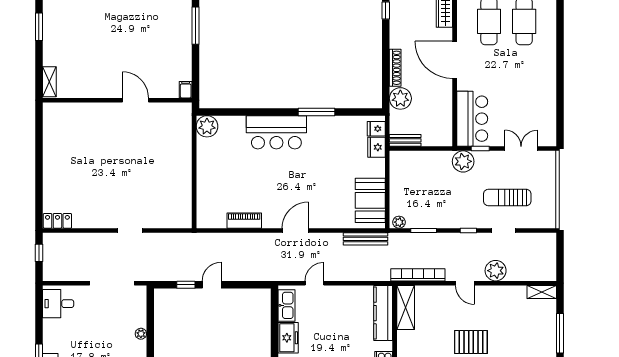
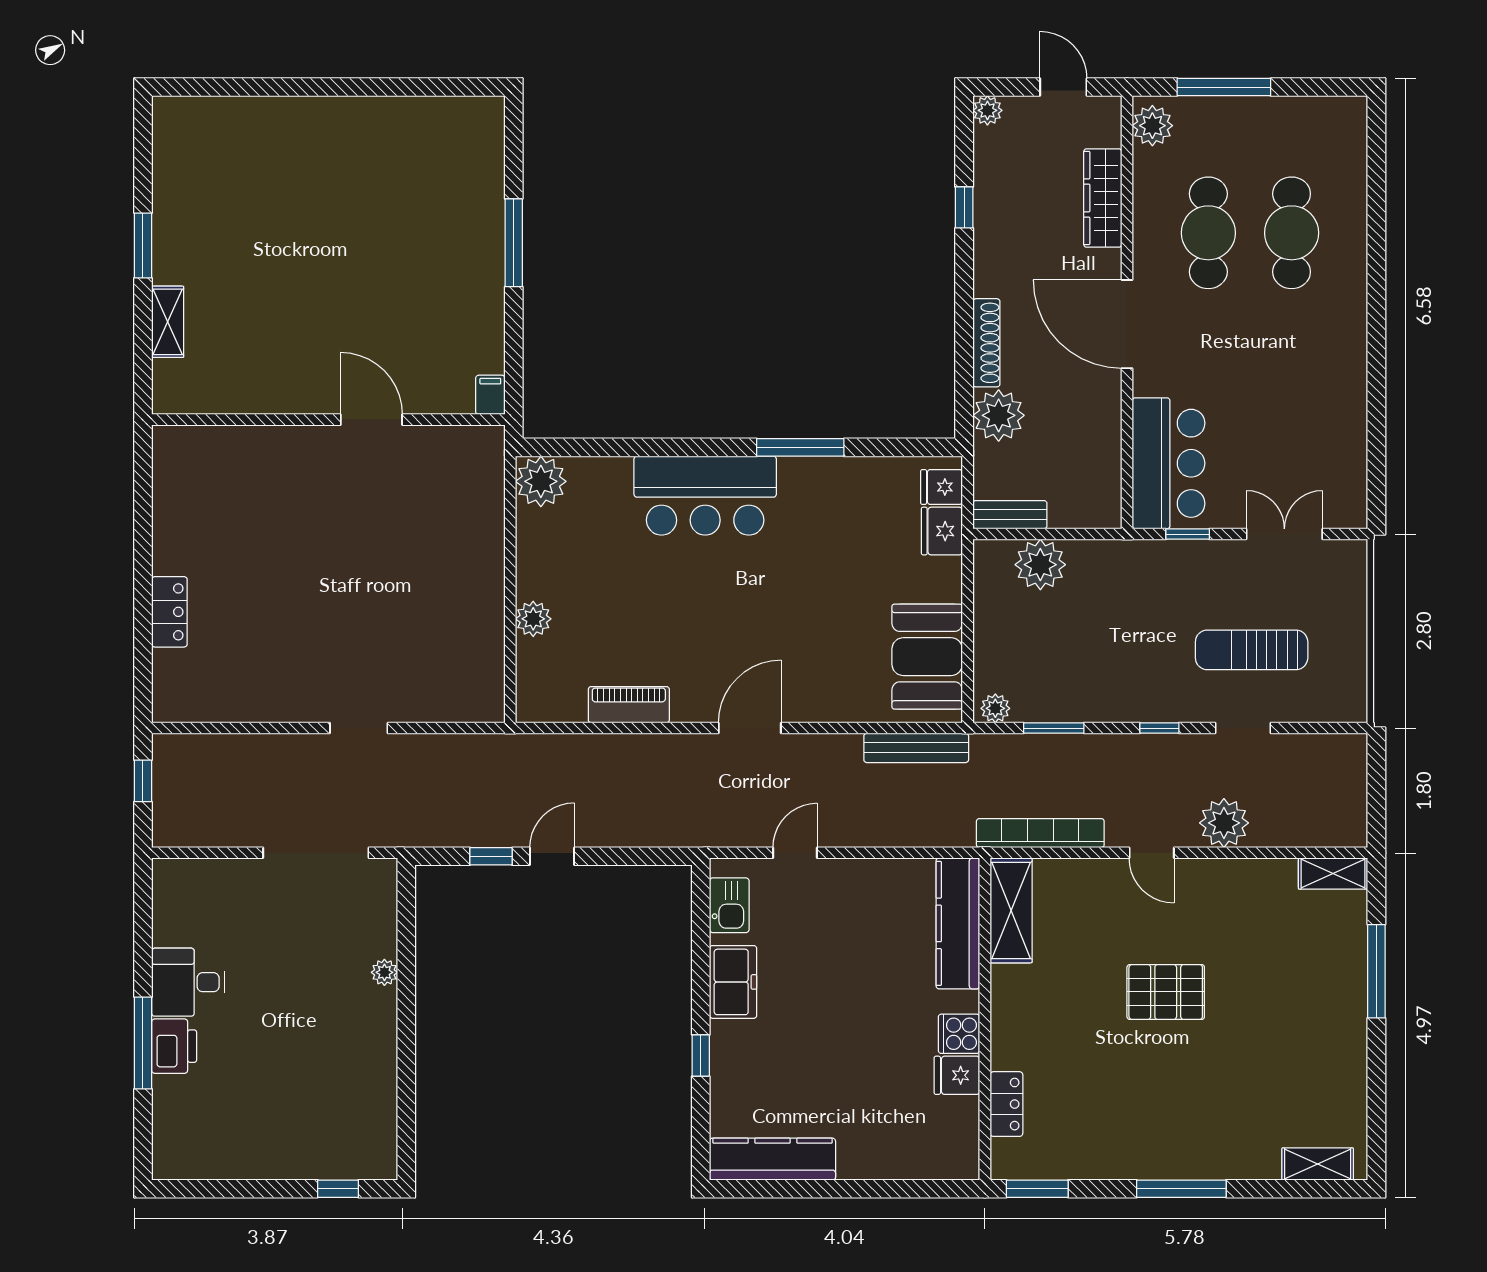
shelving: (49, 82) -> (168, 322), moved
plant: (463, 161) -> (1040, 565), moved
plant: (204, 184) -> (533, 619), added
locker: (57, 221) -> (169, 612), moved, turned 90
desk: (58, 304) -> (188, 982), moved
kitchen sink: (287, 305) -> (729, 905), width x0.73

